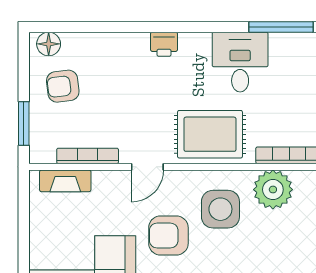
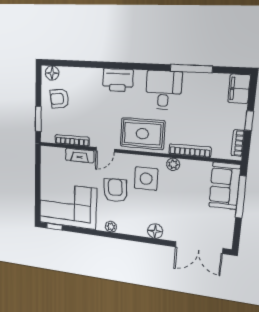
printer: (164, 44) -> (118, 80), width x1.87, depth x1.48
fireplace: (65, 181) -> (80, 155), moved
plant: (273, 190) -> (173, 164), width x0.53, depth x0.53
armchair: (168, 236) -> (115, 190), turned 86

